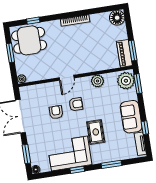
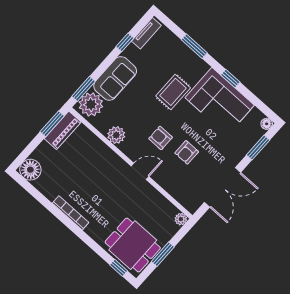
window: (33, 21) -> (119, 268), moved
sofa: (131, 117) -> (115, 78), moved

